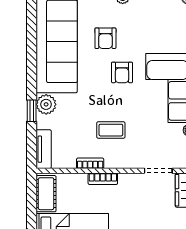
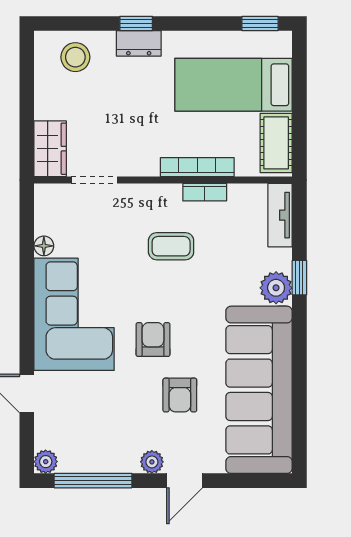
armchair: (105, 38) -> (180, 395), turned 180
bookcase: (103, 179) -> (197, 167), width x1.56

